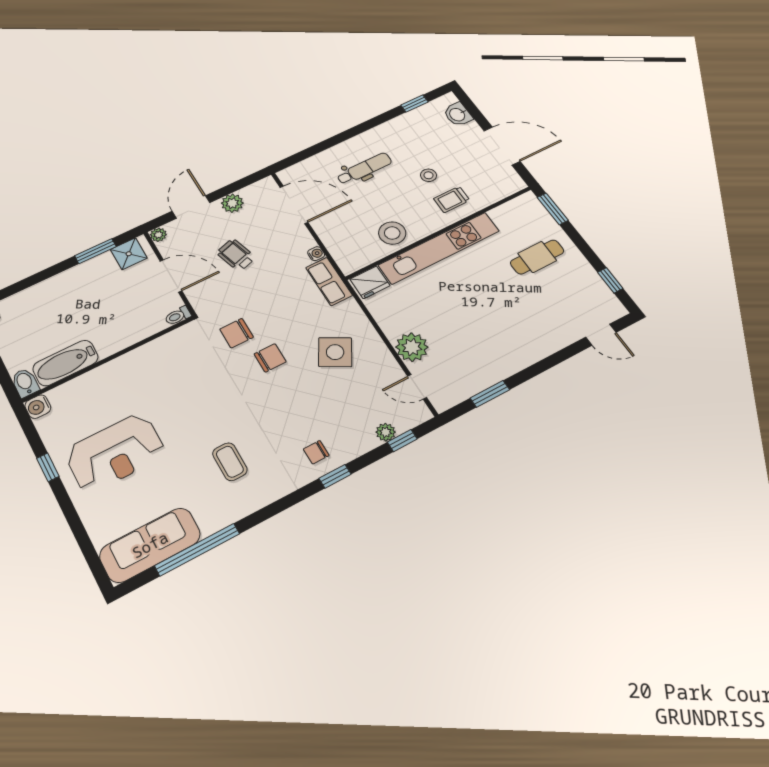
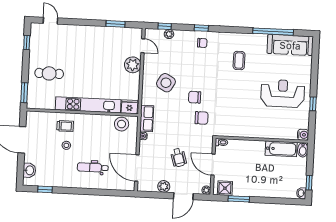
stool: (392, 233) -> (122, 124), moved

